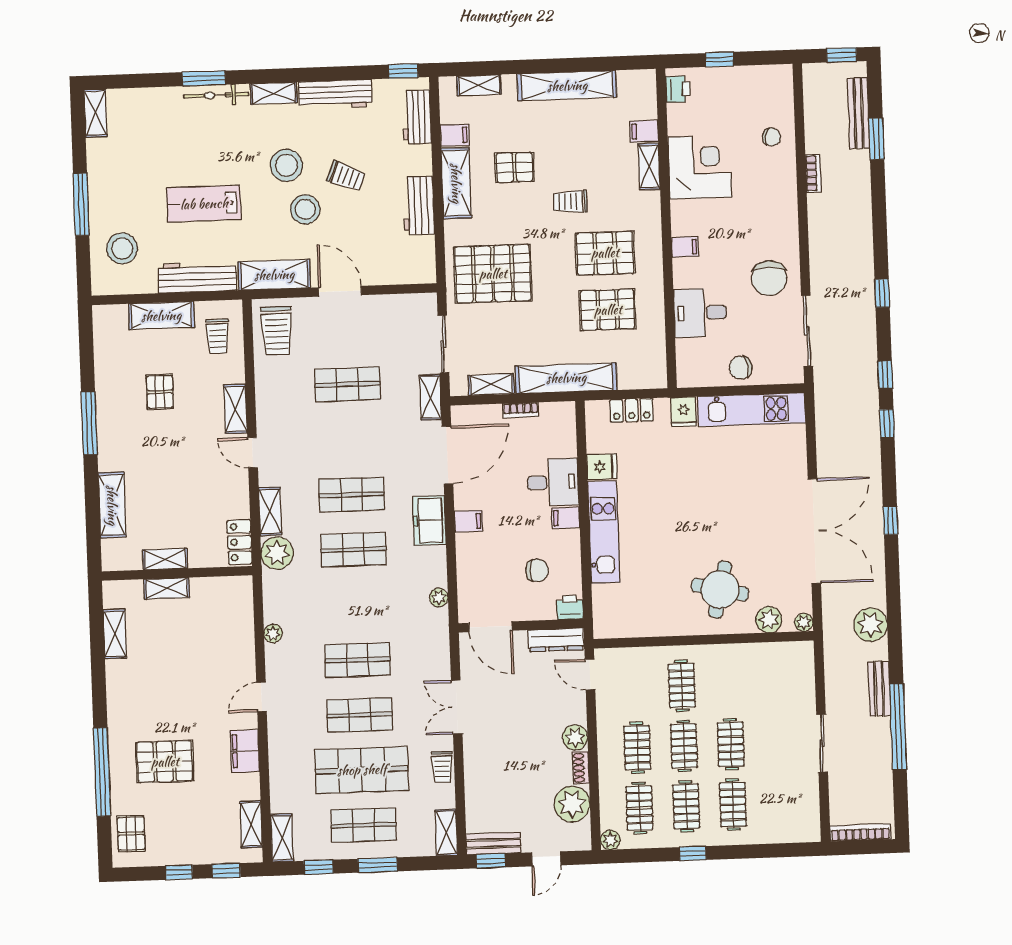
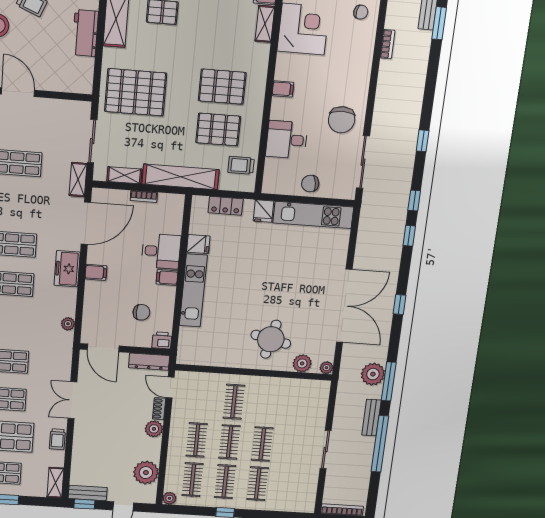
trolley: (570, 202) -> (241, 165), moved
window: (895, 633) -> (389, 381), added
shoe rack: (581, 768) -> (159, 409), moved

